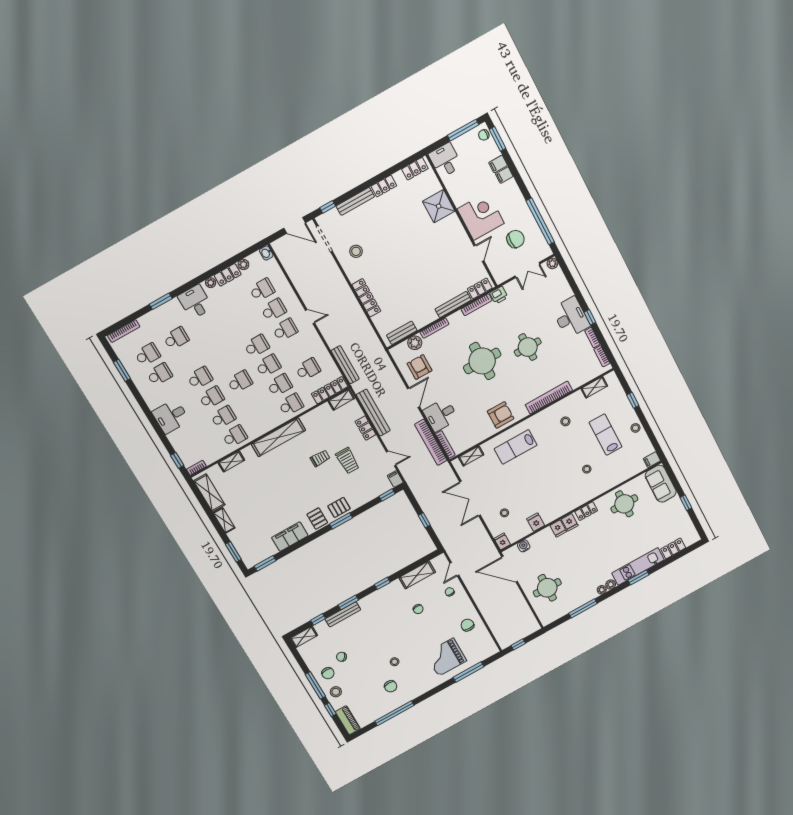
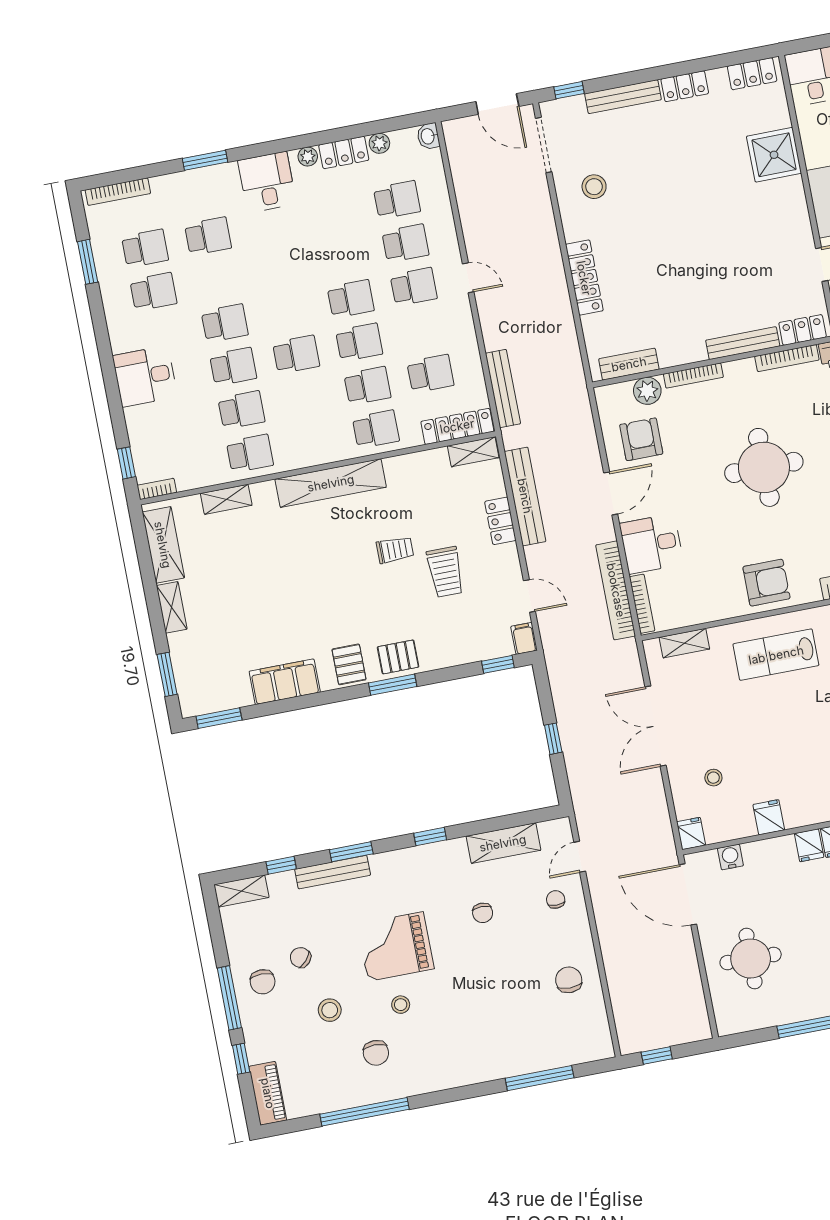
grand piano: (446, 657) -> (396, 946), moved
stool: (336, 692) -> (330, 1010), moved

